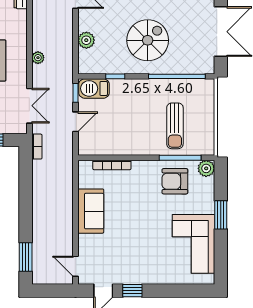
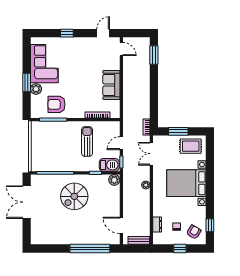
plant: (86, 40) -> (114, 180), moved
sun lounger: (175, 126) -> (87, 142), moved
plant: (206, 168) -> (36, 89), moved
armchair: (175, 181) -> (56, 104), turned 180
window: (132, 291) -> (67, 33), moved

